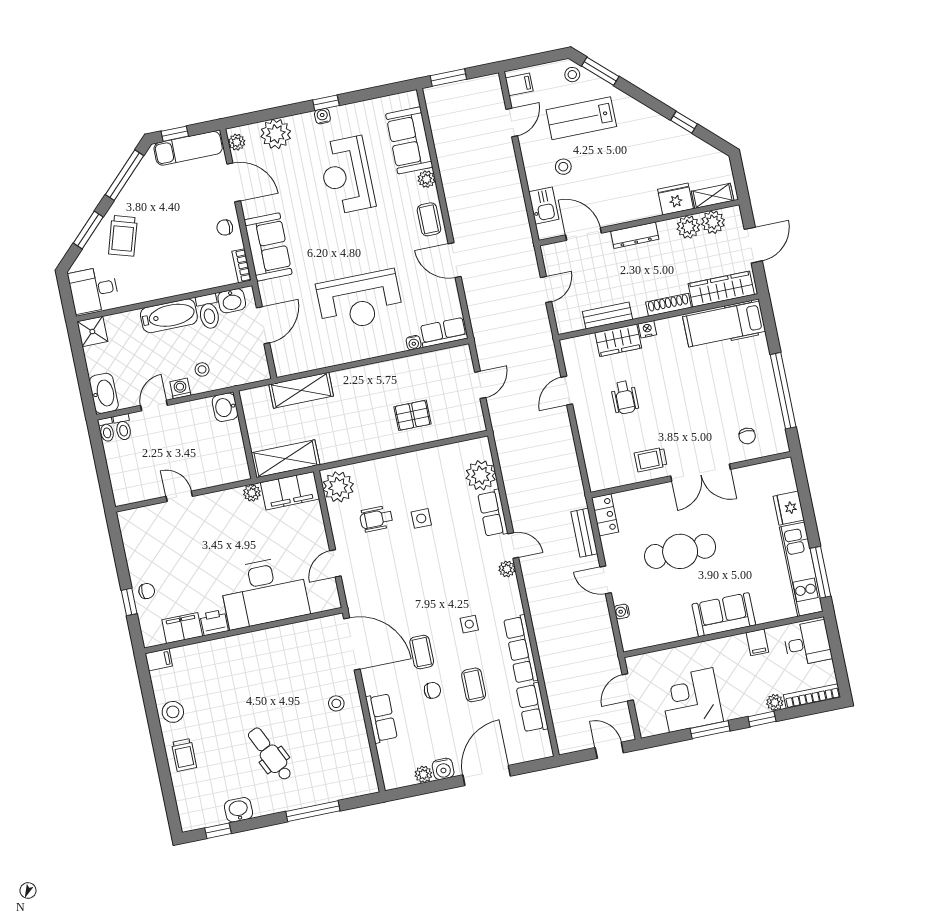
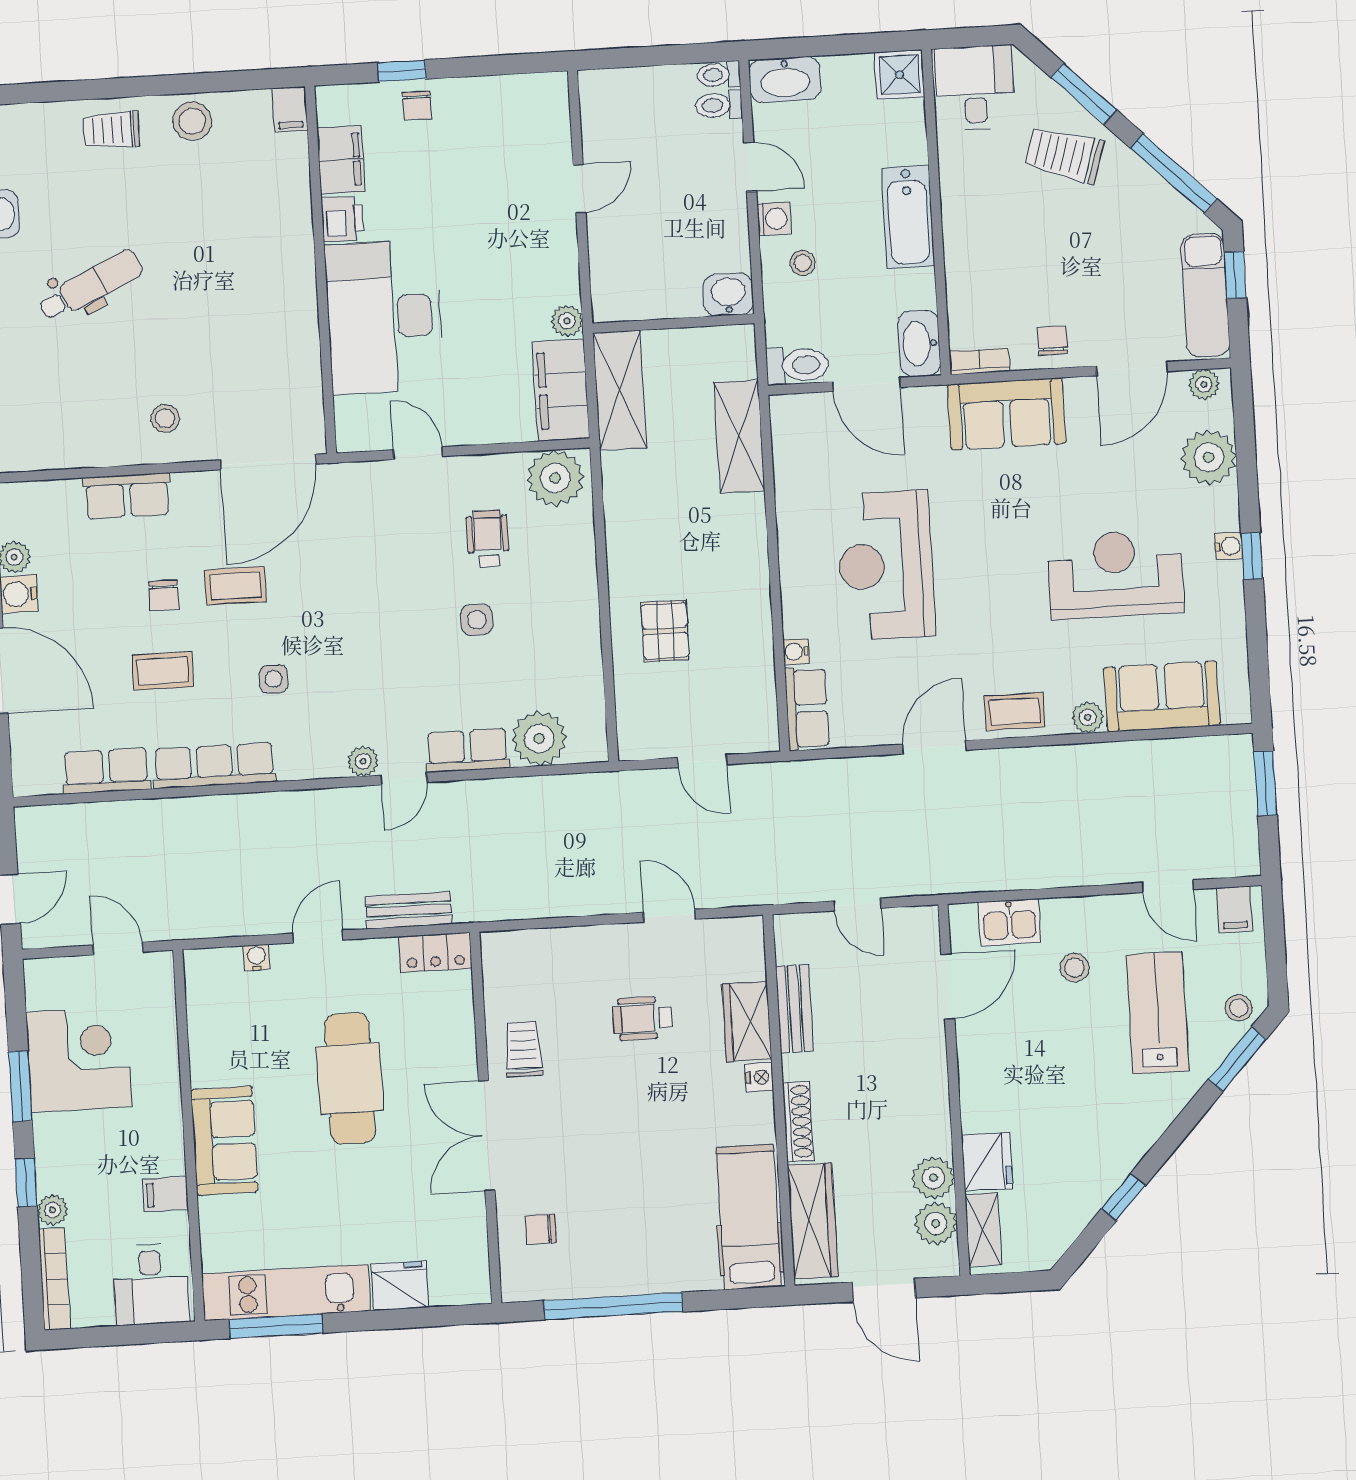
dresser: (635, 235) -> (932, 1079), removed
washbasin: (232, 301) -> (919, 343), width x1.38
toilet: (209, 312) -> (797, 365), moved, turned 180

